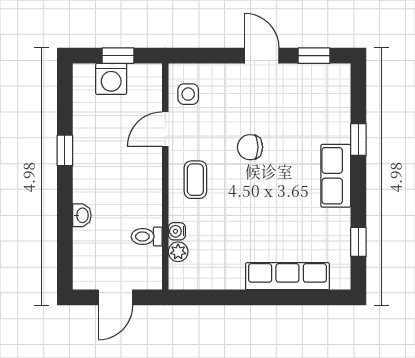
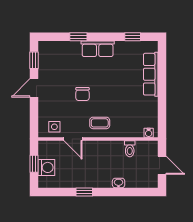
water cooler: (177, 231) -> (149, 133), moved
plant: (178, 252) -> (138, 132), removed

